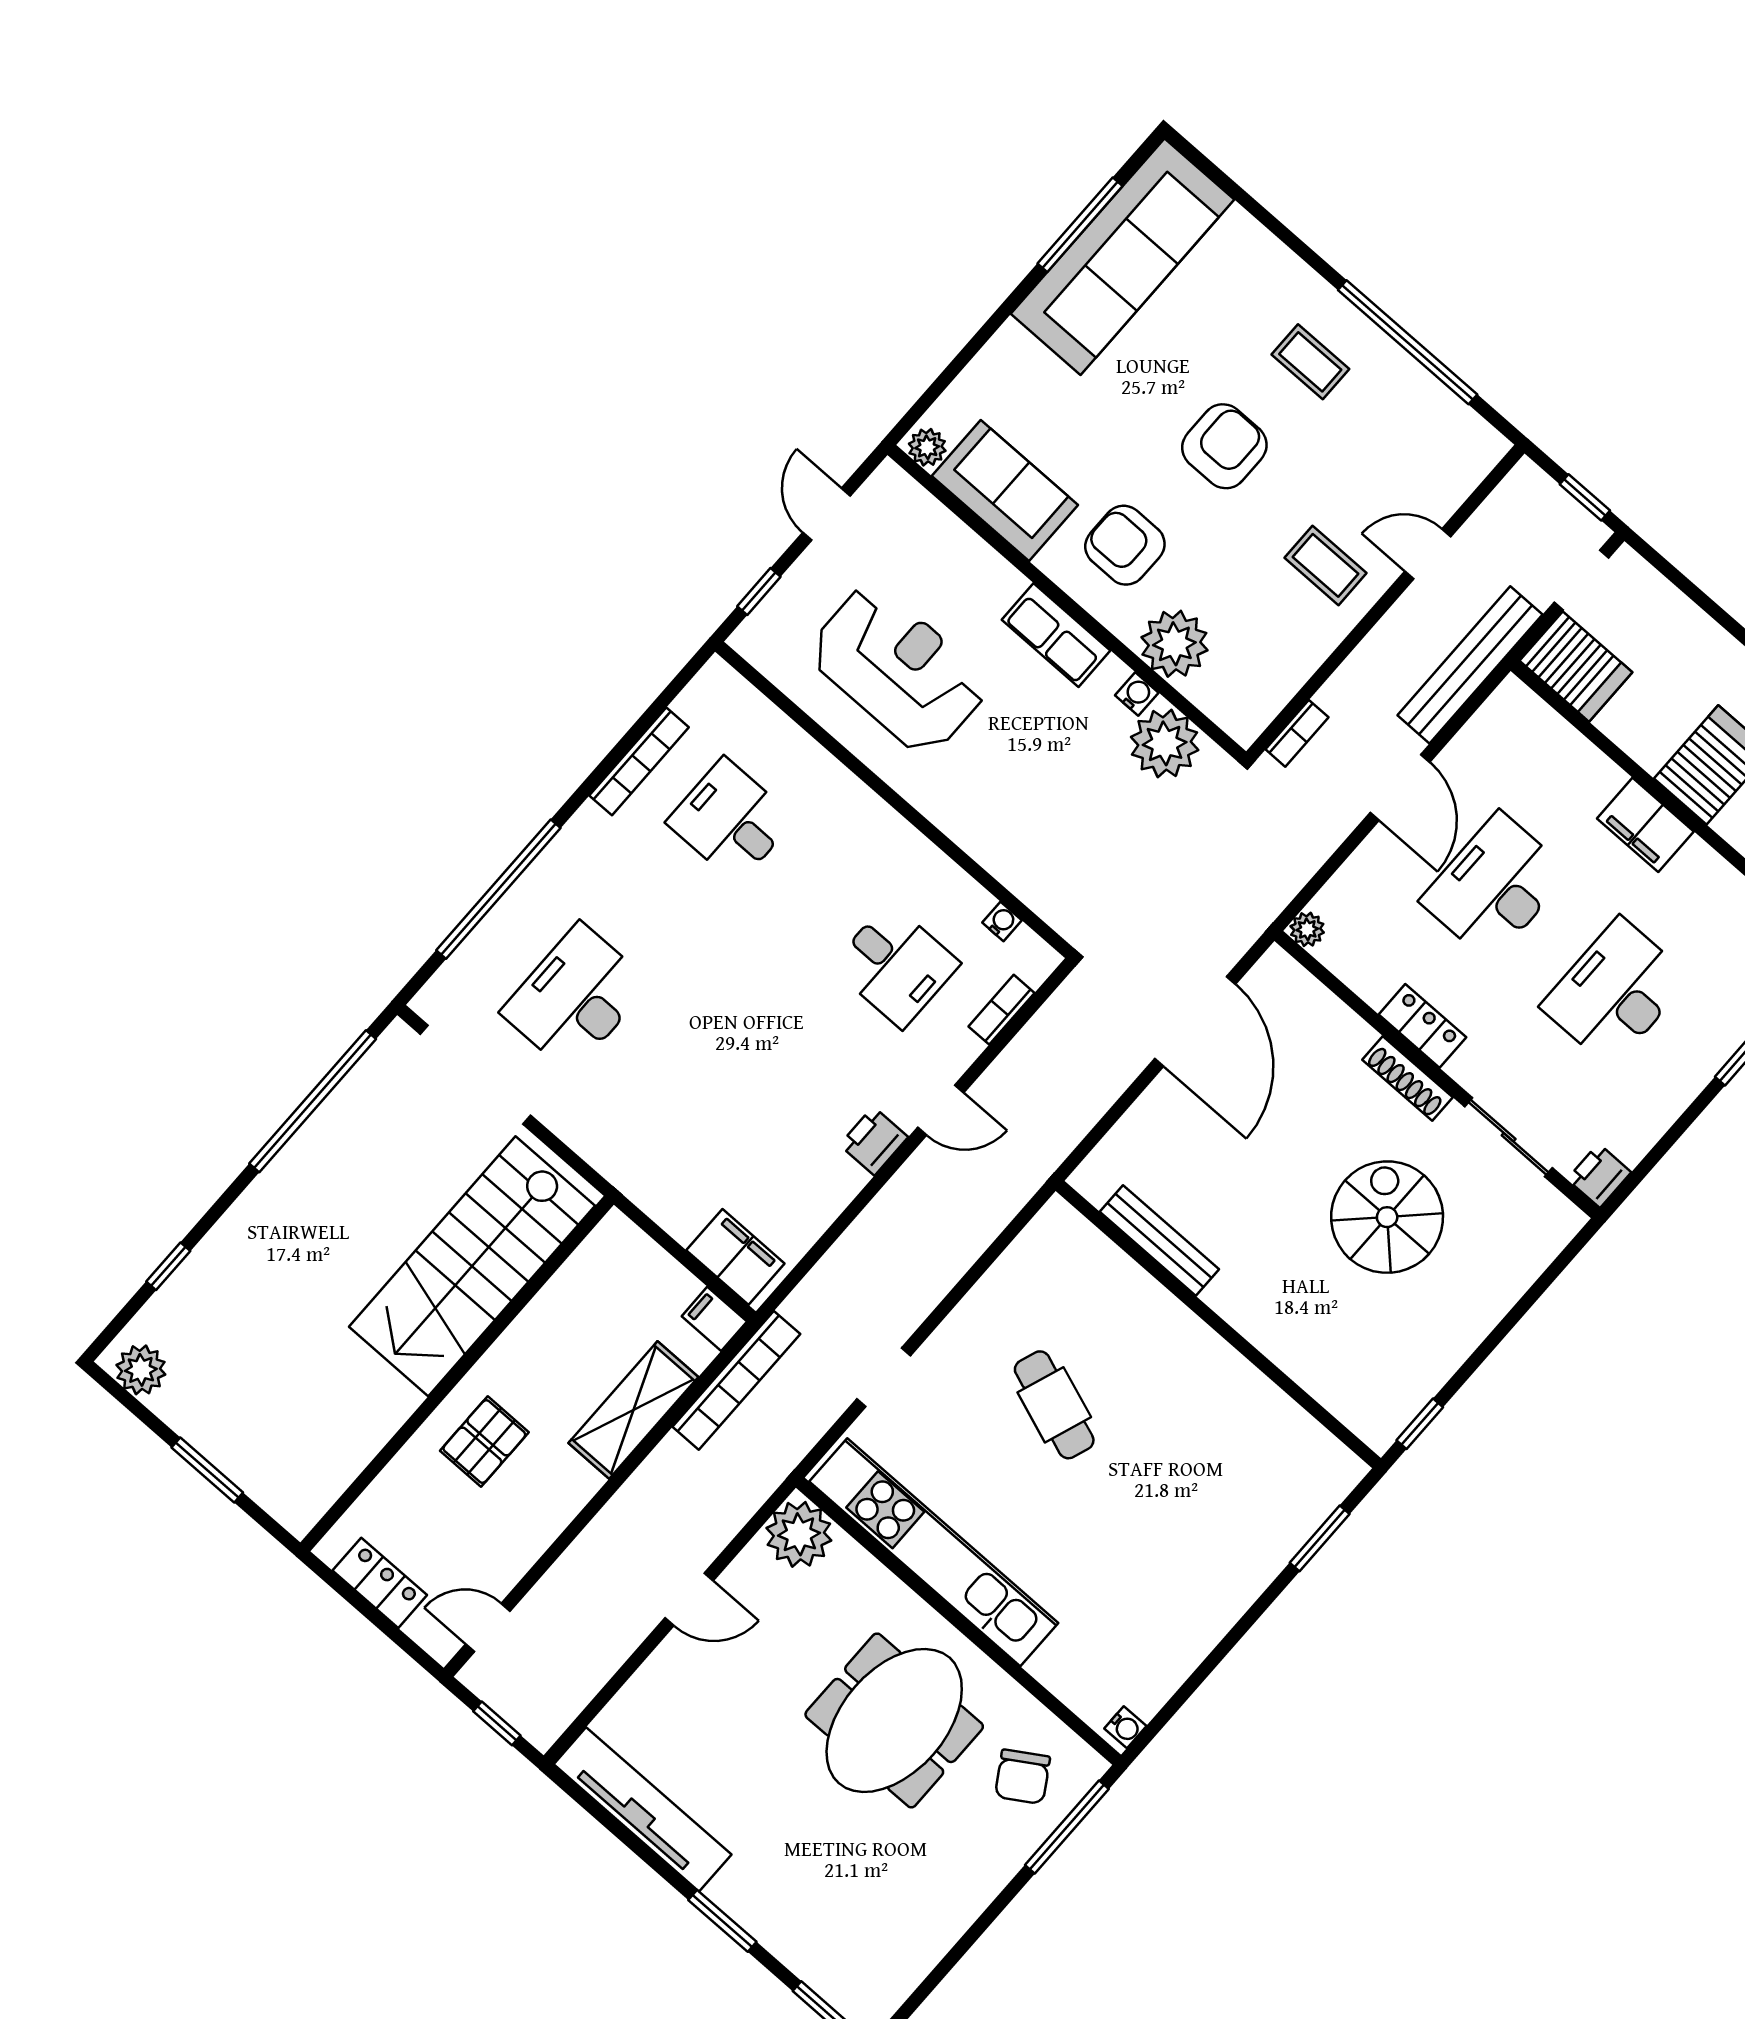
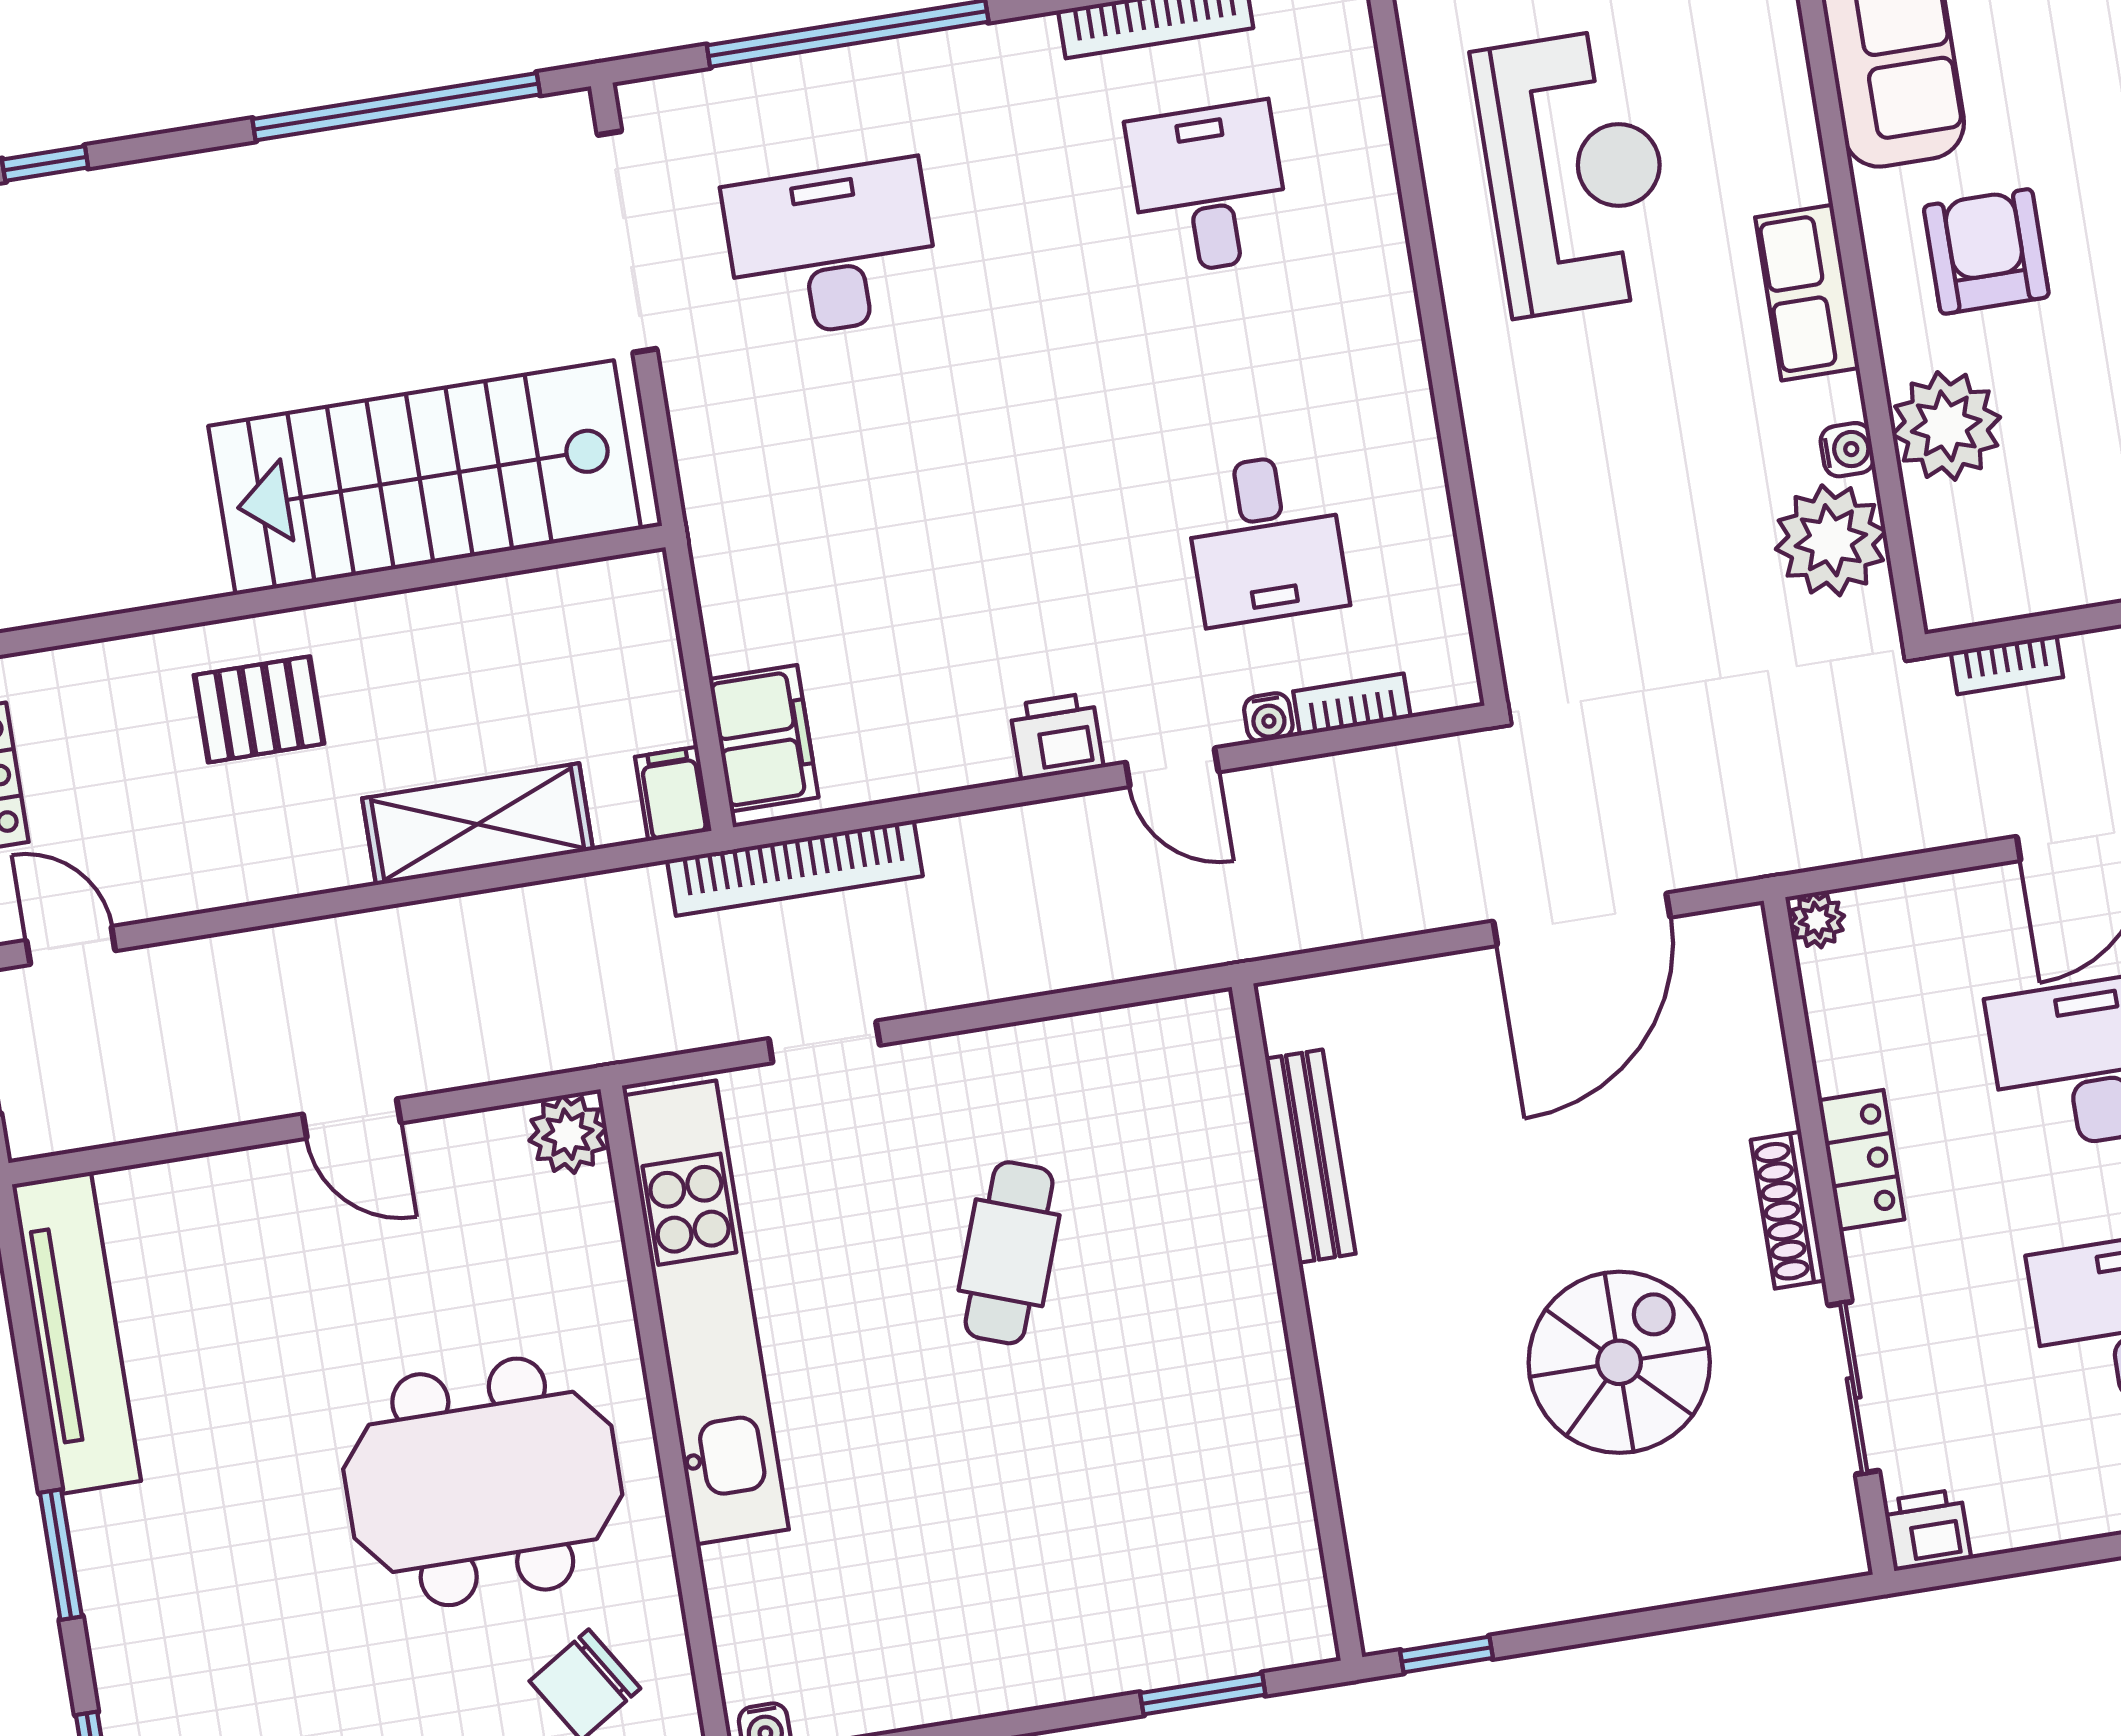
water cooler: (1002, 921) -> (1268, 718), moved, turned 90
bookcase: (736, 1380) -> (795, 868), moved
plant: (799, 1534) -> (568, 1134), width x0.73, depth x0.73

